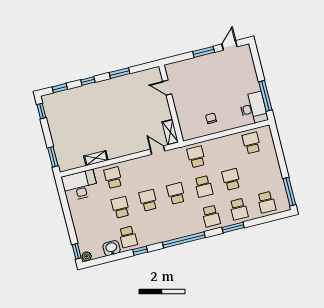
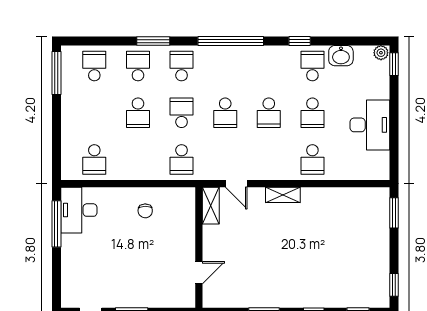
door: (167, 88) -> (199, 273), hinge flipped
shelving: (96, 158) -> (283, 195), moved
desk: (80, 185) -> (370, 125), moved, turned -90

